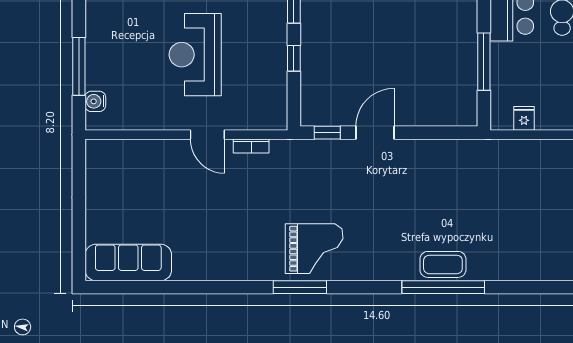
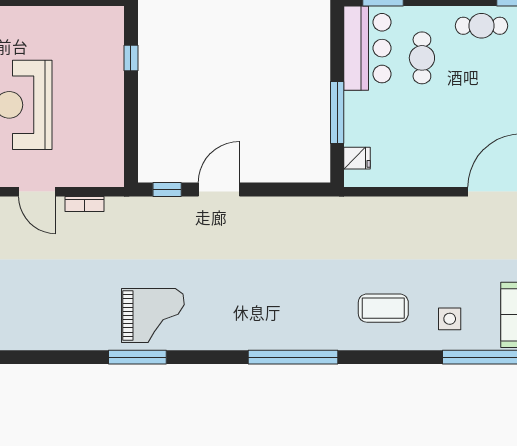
window: (294, 58) -> (131, 109), removed
fridge: (524, 118) -> (357, 158), moved, turned 90
coffee table: (443, 264) -> (383, 308), moved

